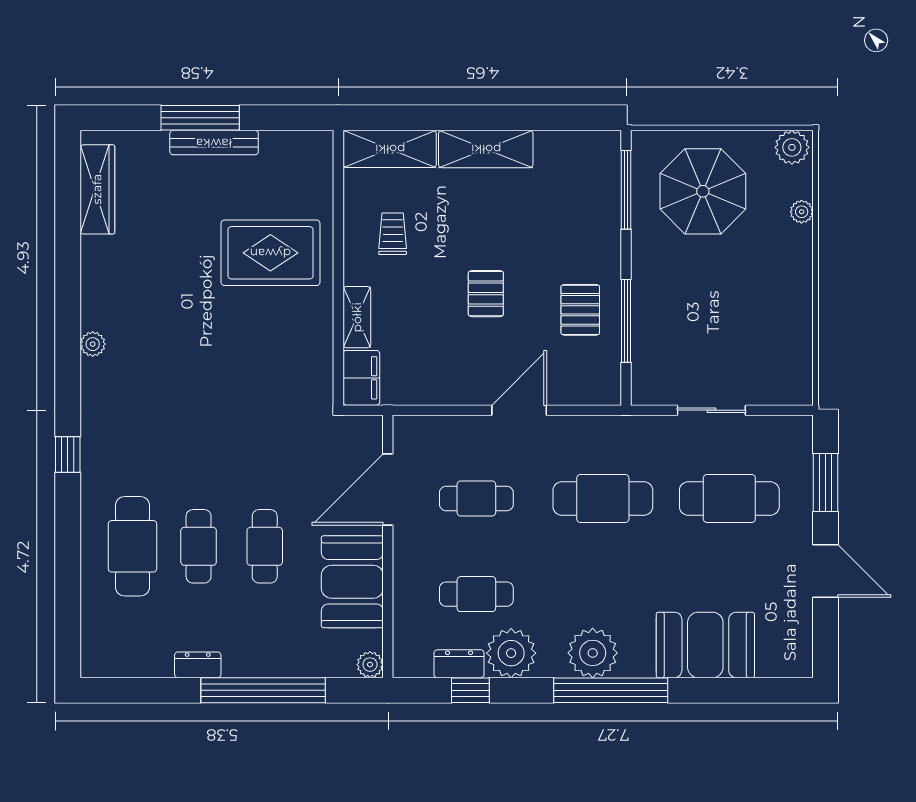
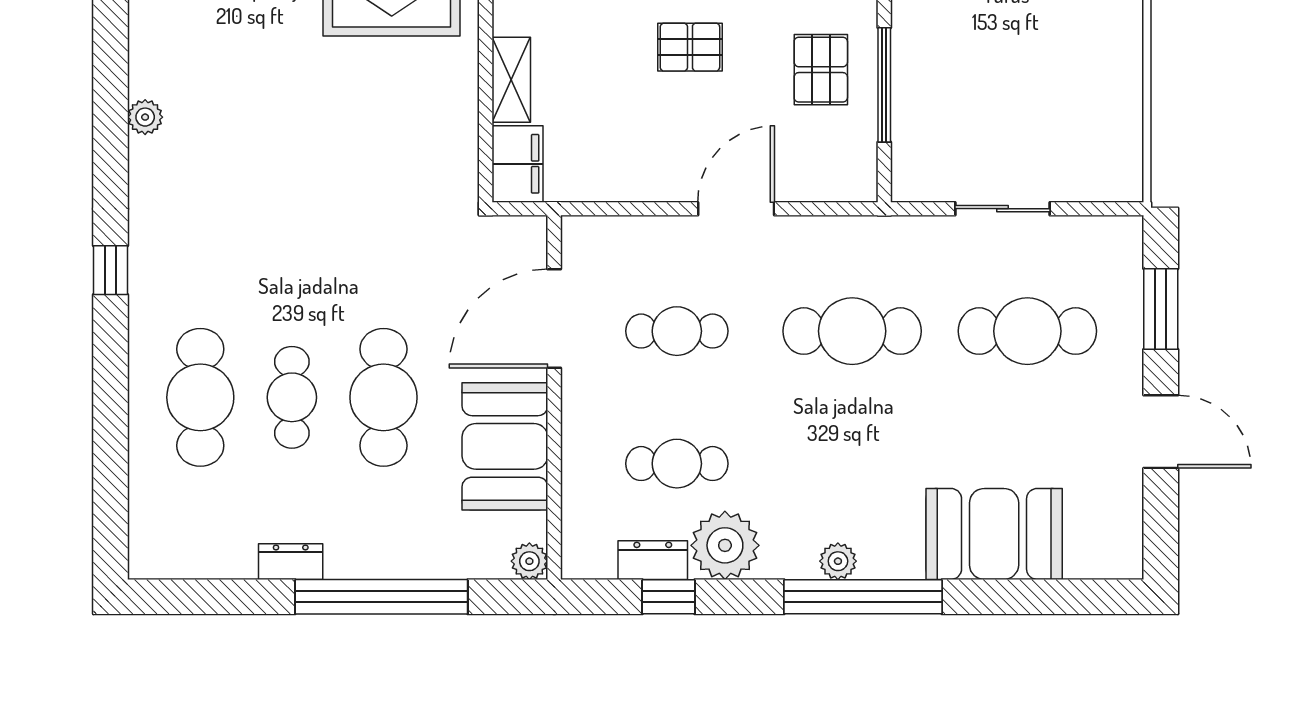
pallet: (486, 294) -> (690, 47), turned 90
cafe table: (265, 546) -> (383, 397), width x1.37, depth x1.35
plant: (593, 653) -> (838, 561), width x0.53, depth x0.53

